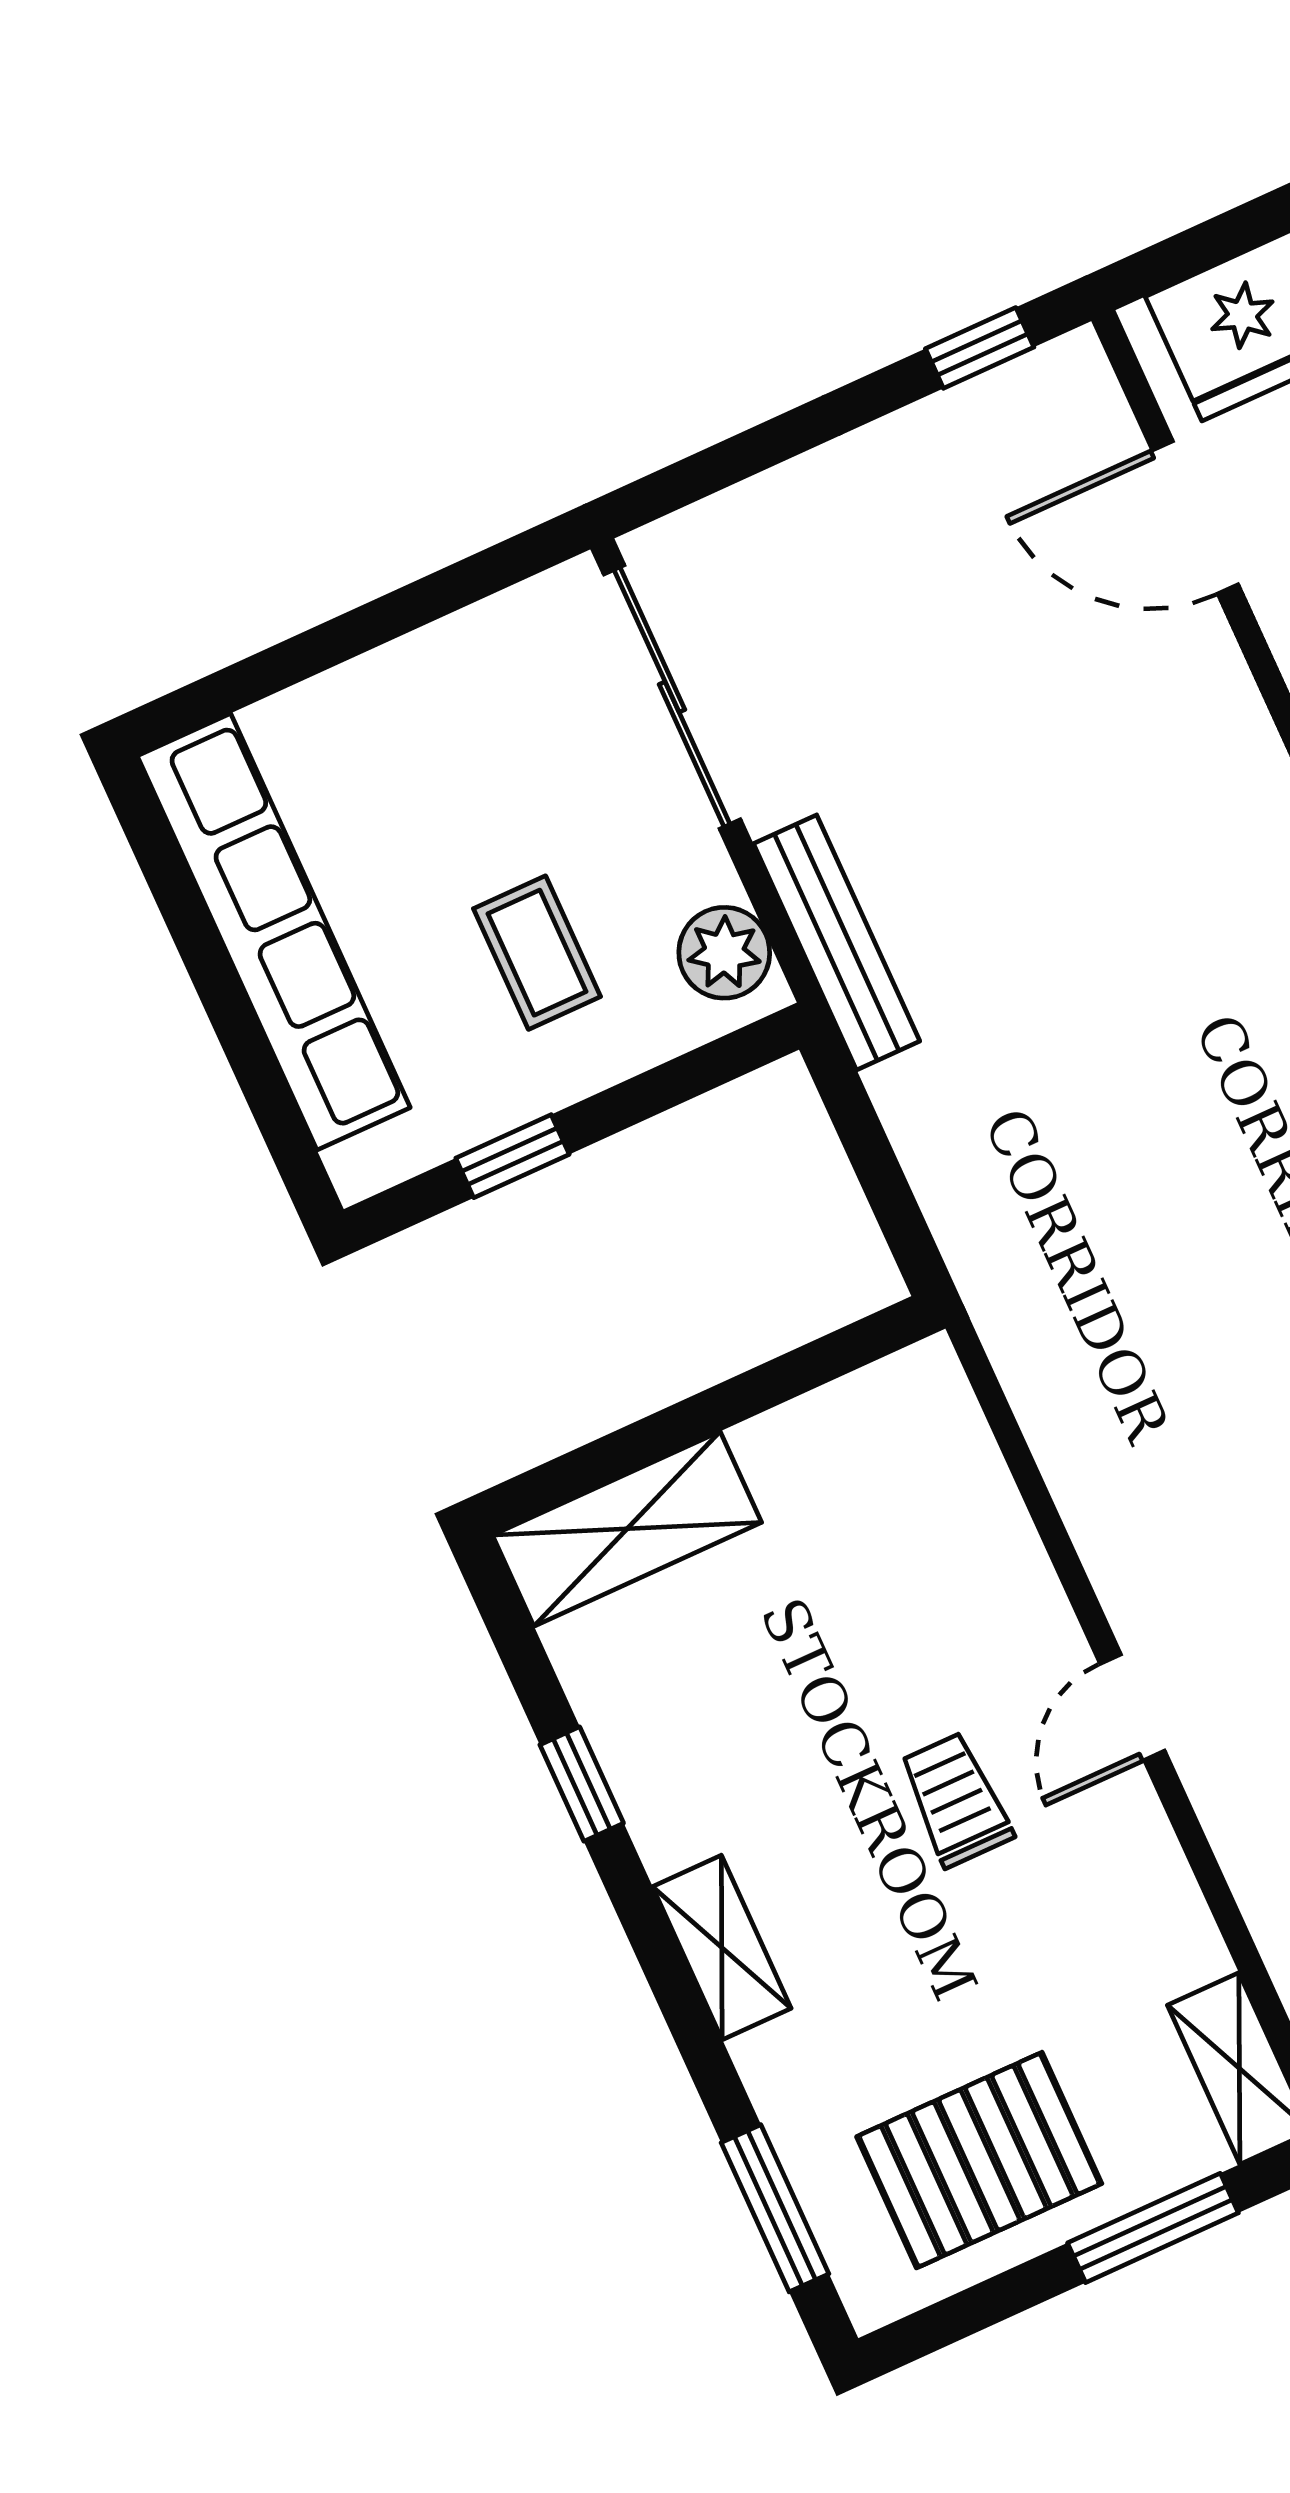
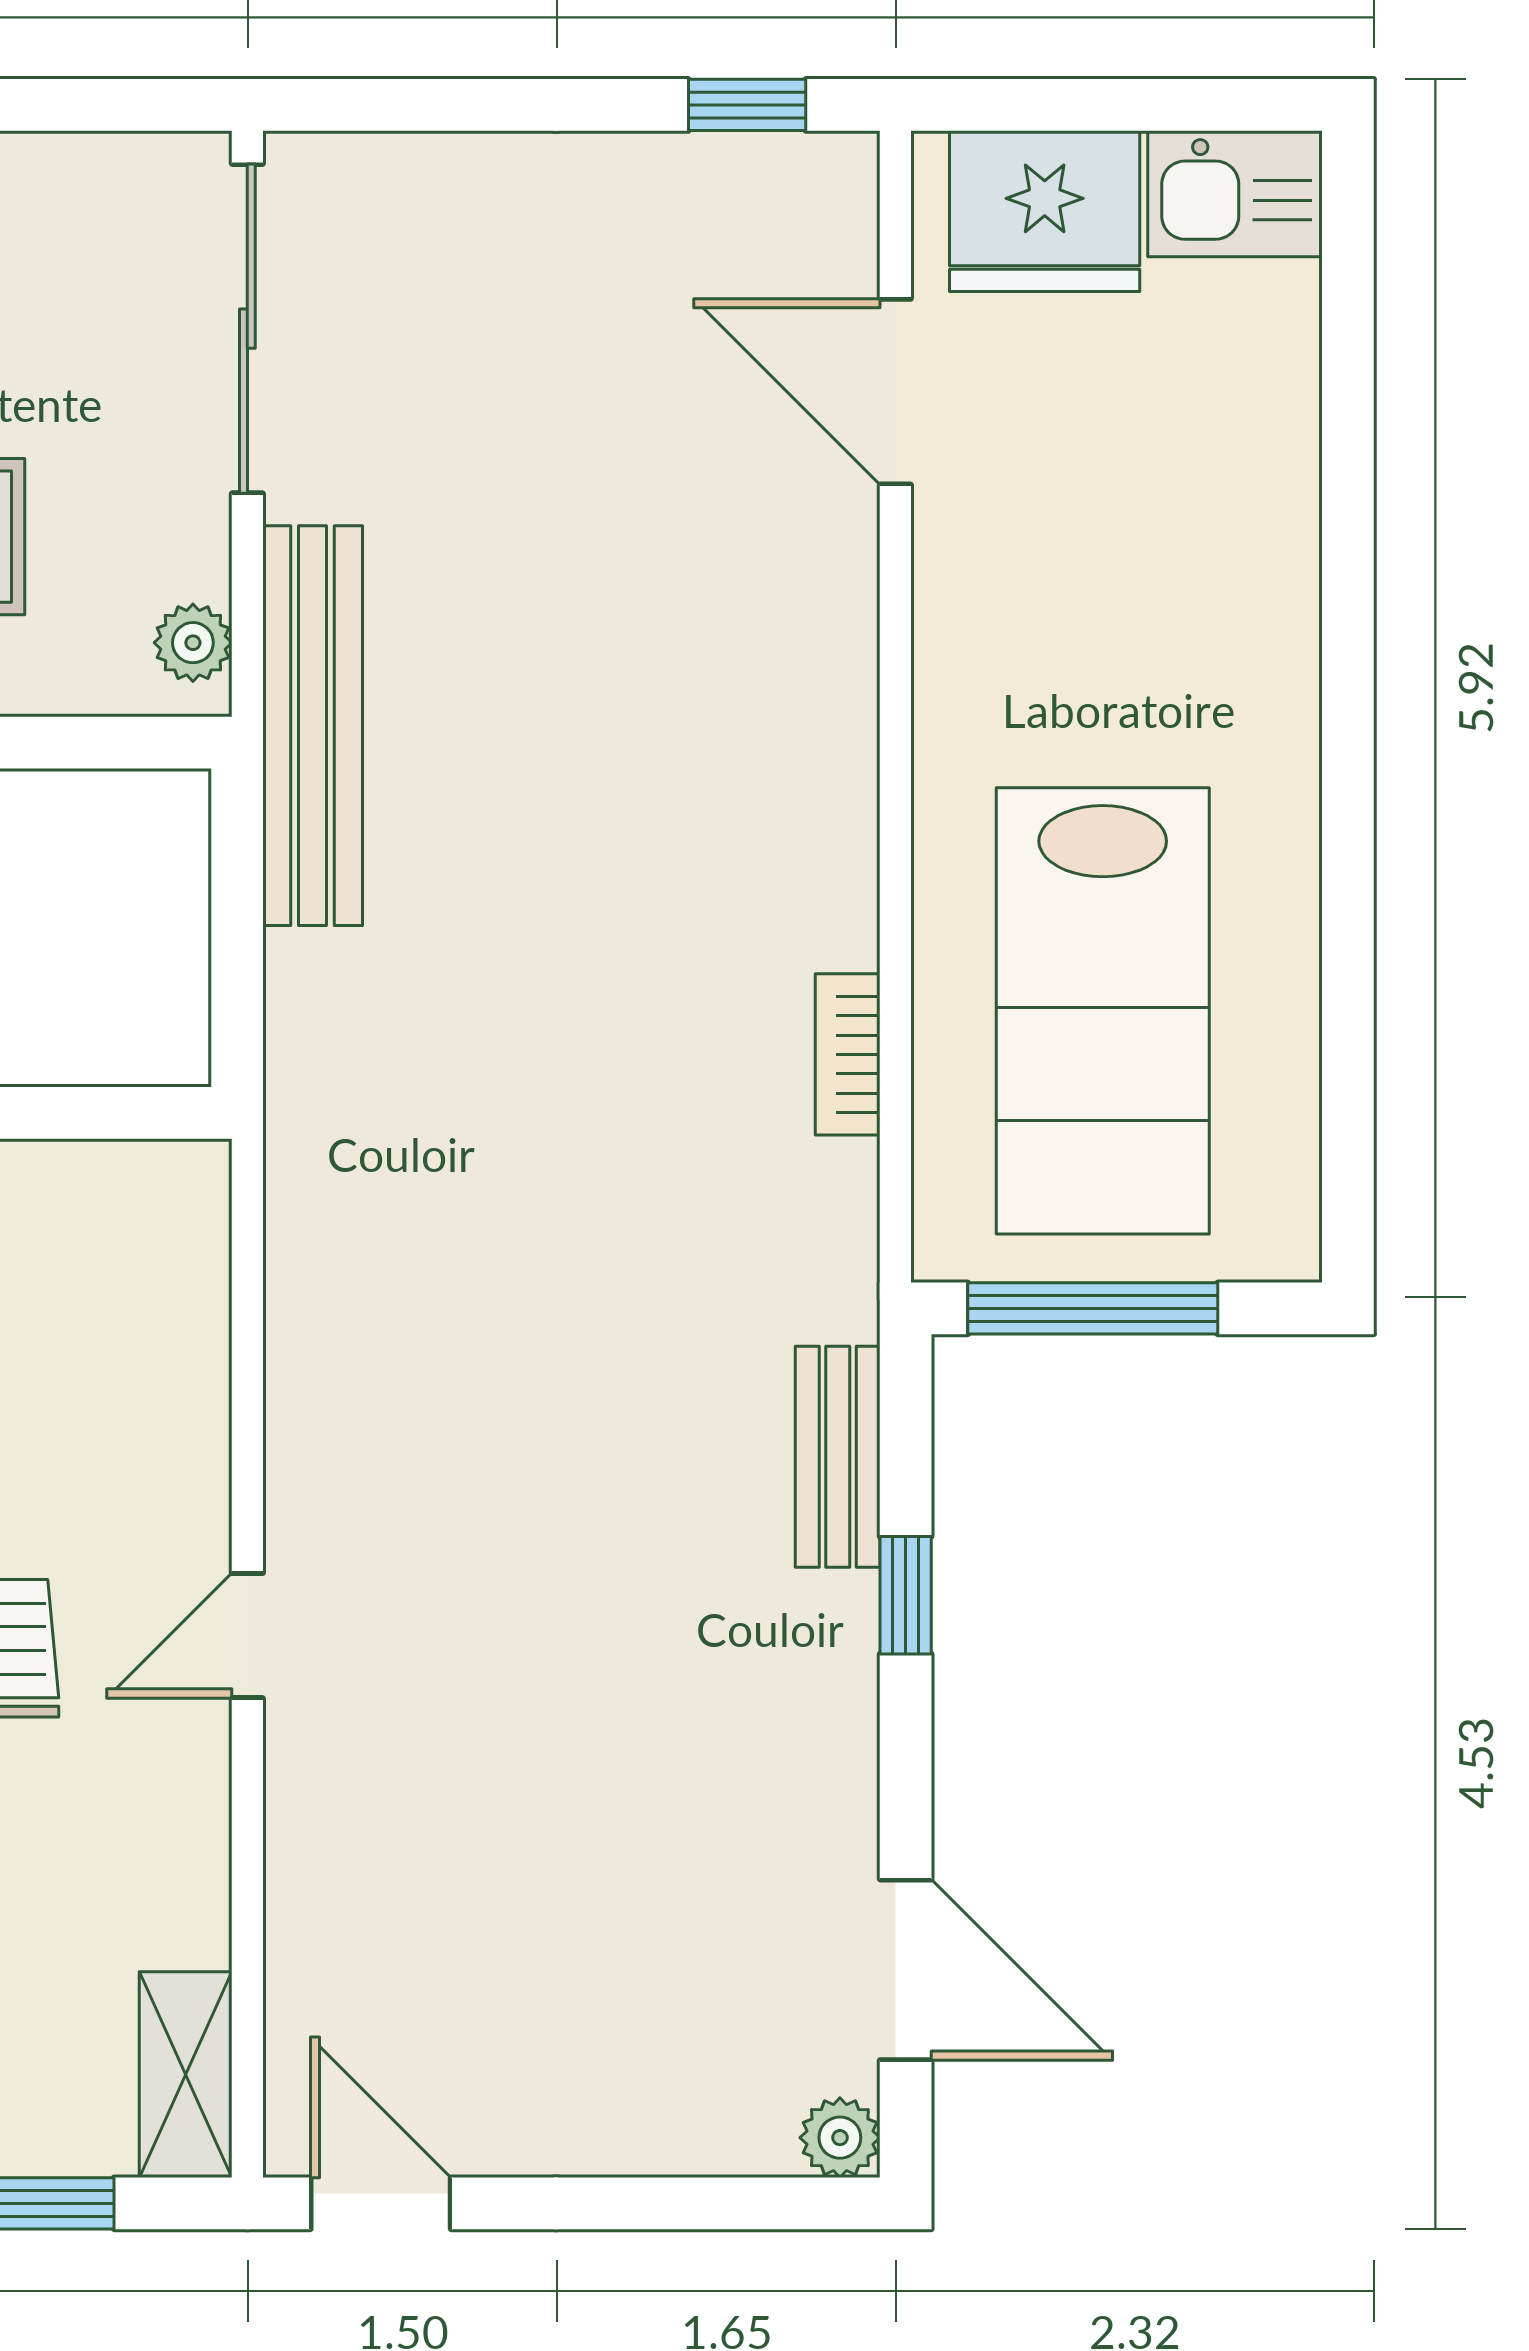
bench: (837, 942) -> (313, 726), width x1.37, depth x1.21
plant: (724, 953) -> (193, 643), width x0.73, depth x0.73

